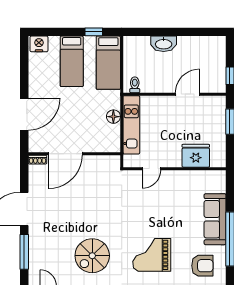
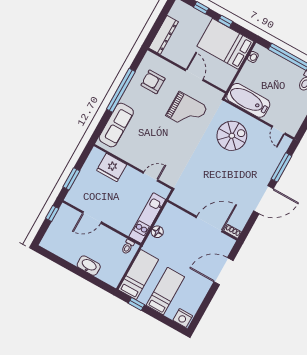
sofa: (215, 219) -> (116, 125), moved

